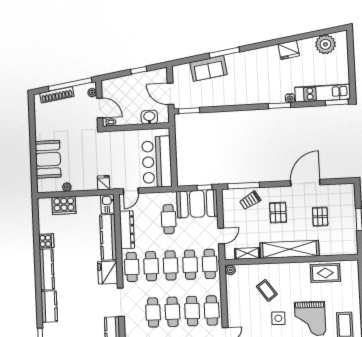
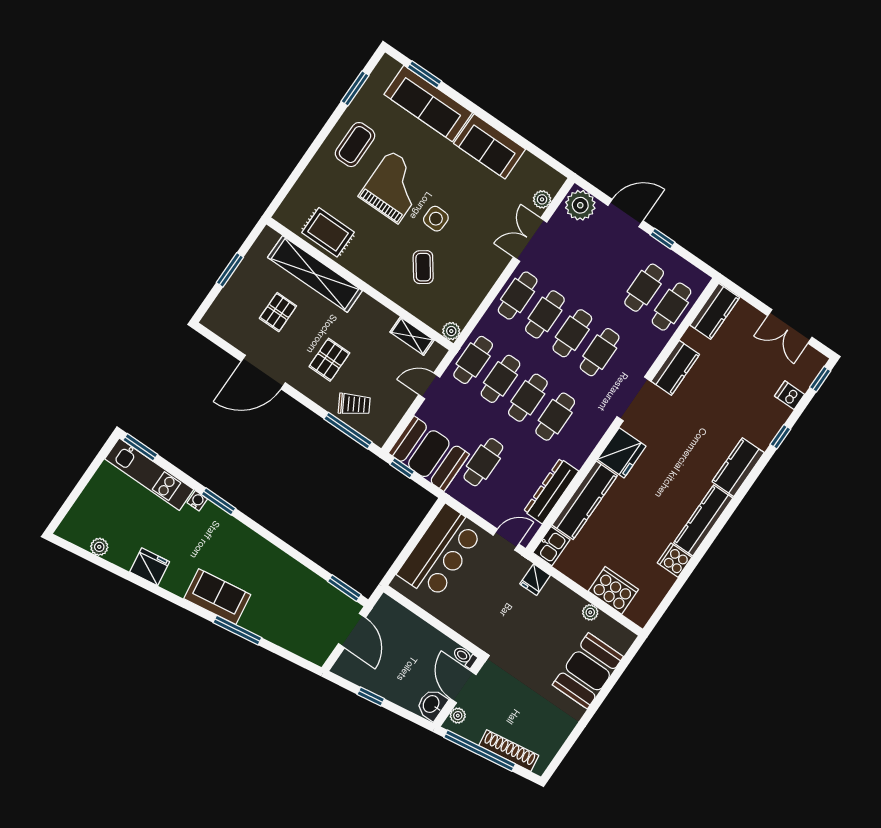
plant: (325, 44) -> (99, 547), width x0.53, depth x0.53
sofa: (208, 68) -> (217, 597), moved
washbasin: (149, 117) -> (432, 704), moved, turned 90
shelving: (290, 249) -> (315, 274), moved
cafe table: (132, 267) -> (583, 435), removed

